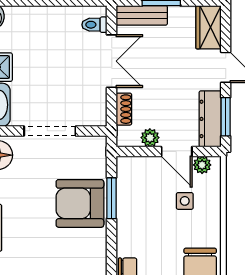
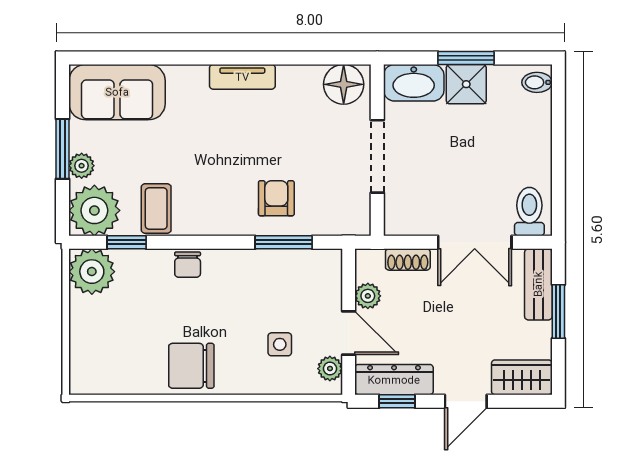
toilet: (94, 25) -> (529, 212), width x1.37, depth x1.39
window: (226, 117) -> (397, 401), width x0.67
door: (177, 152) -> (349, 333), swing flipped
armchair: (80, 203) -> (276, 198), width x0.53, depth x0.53

